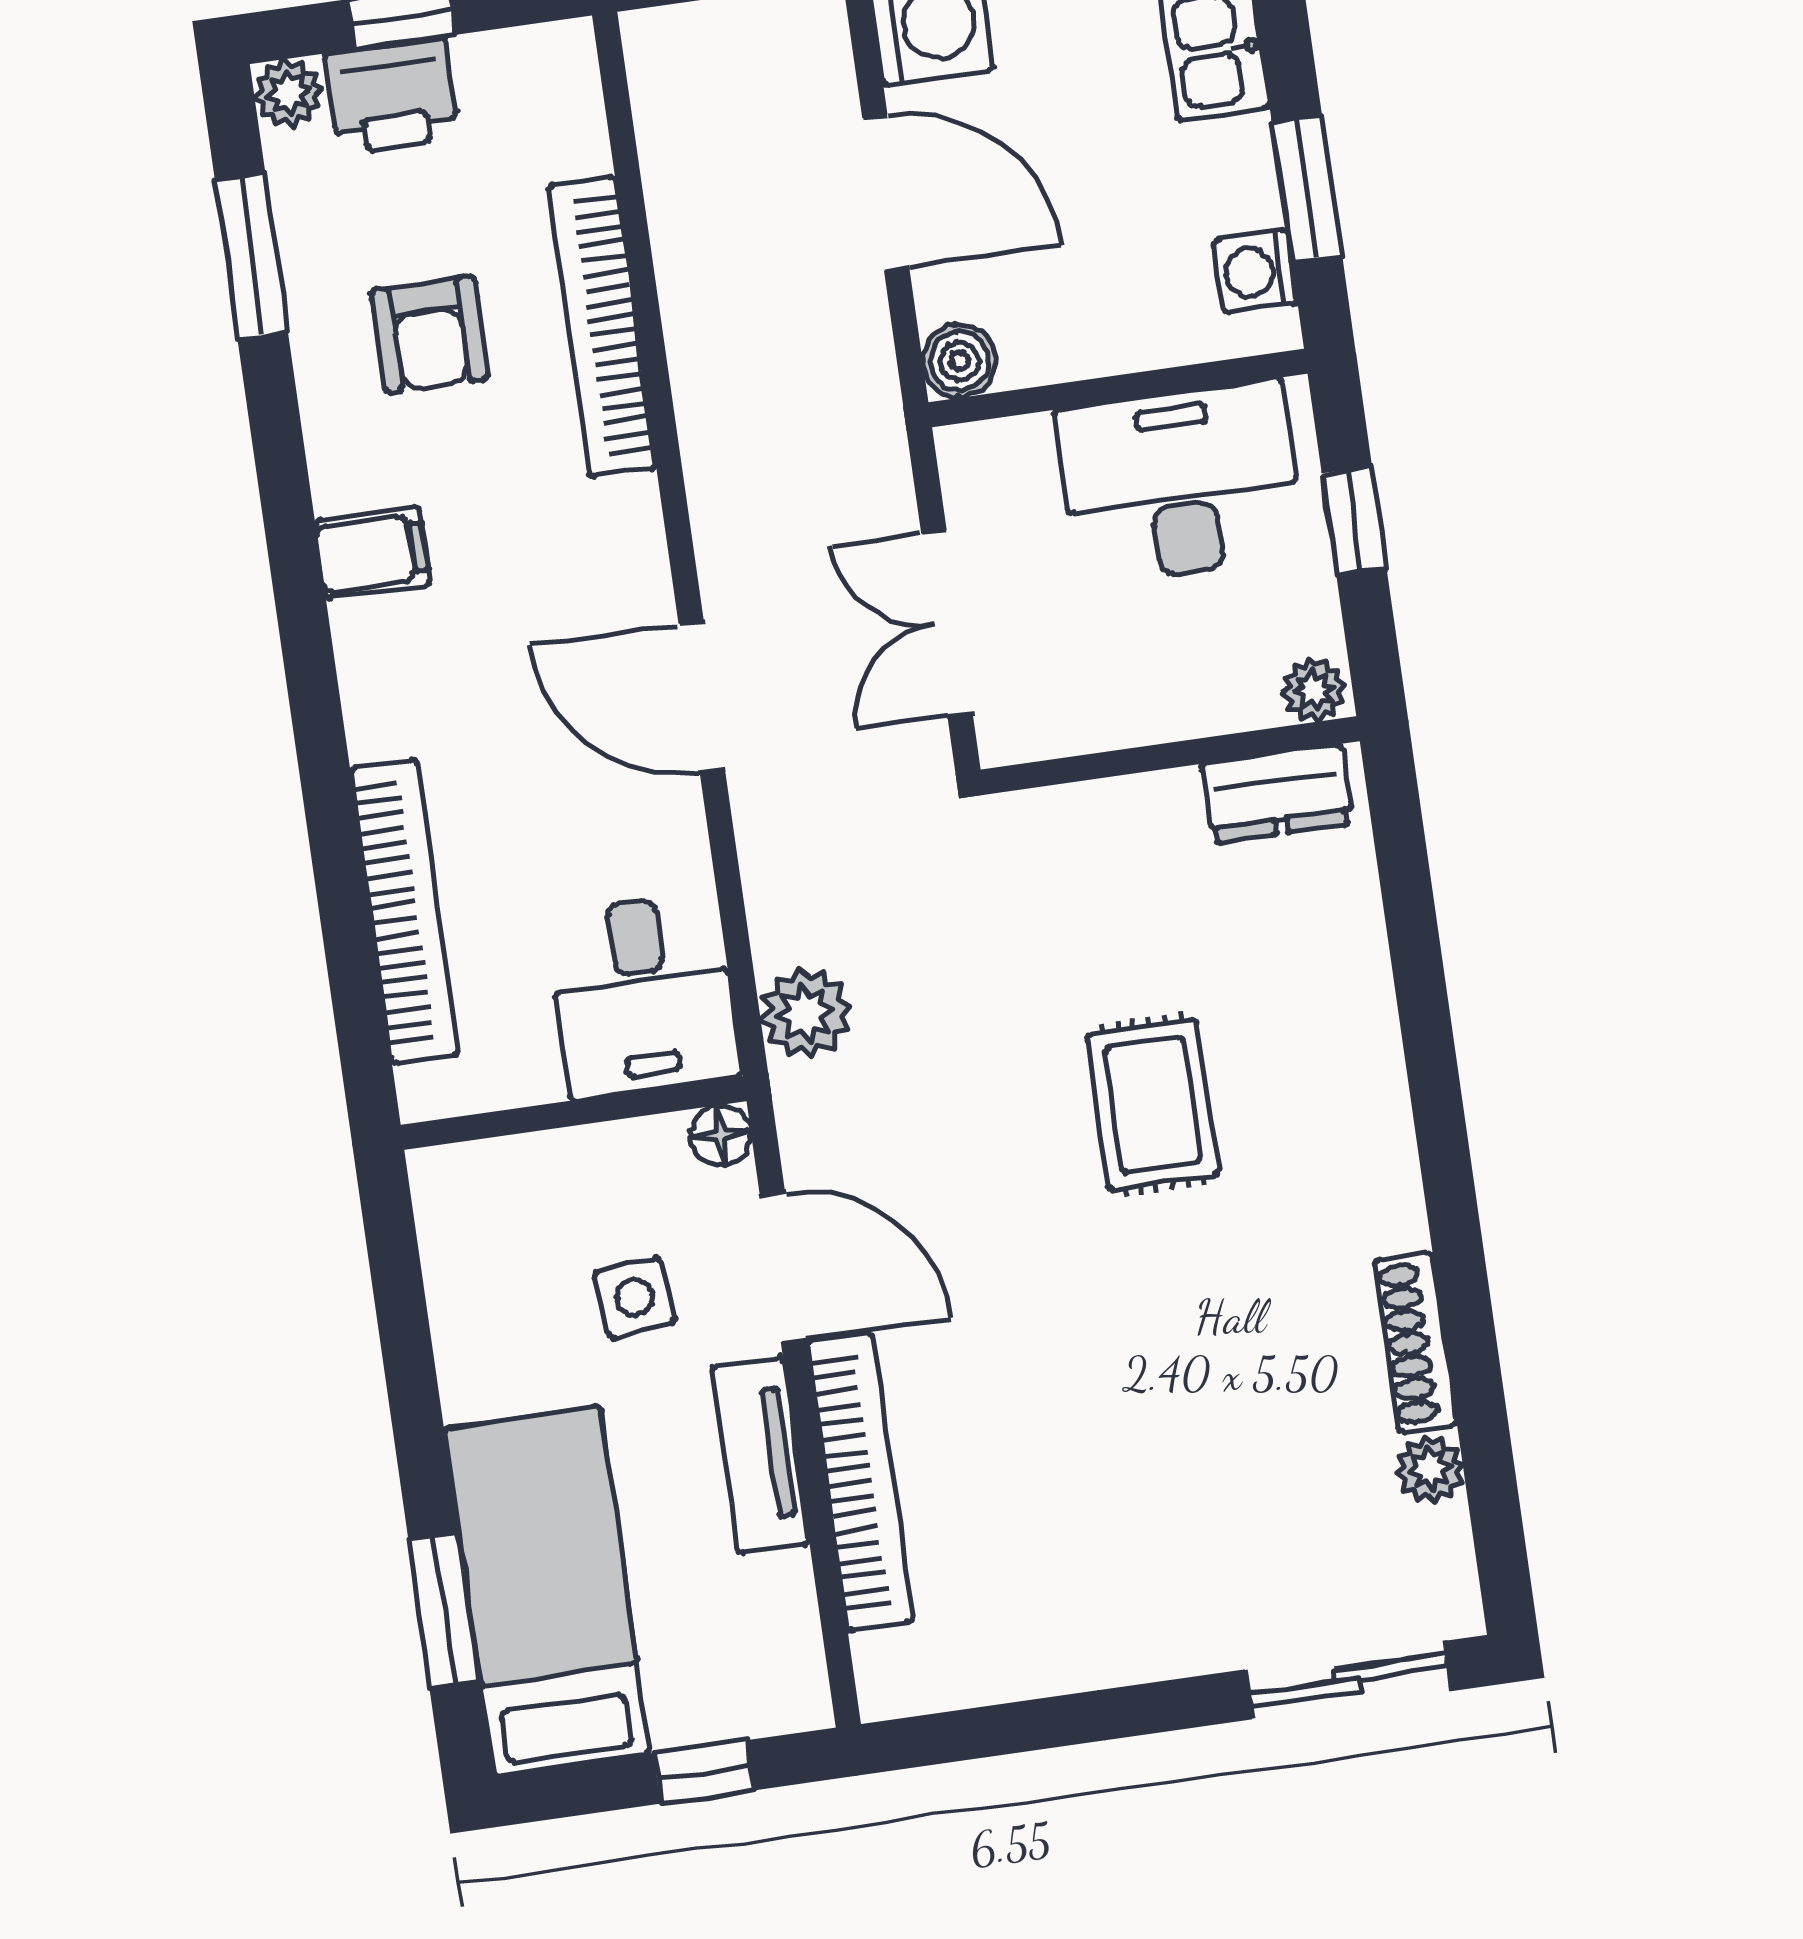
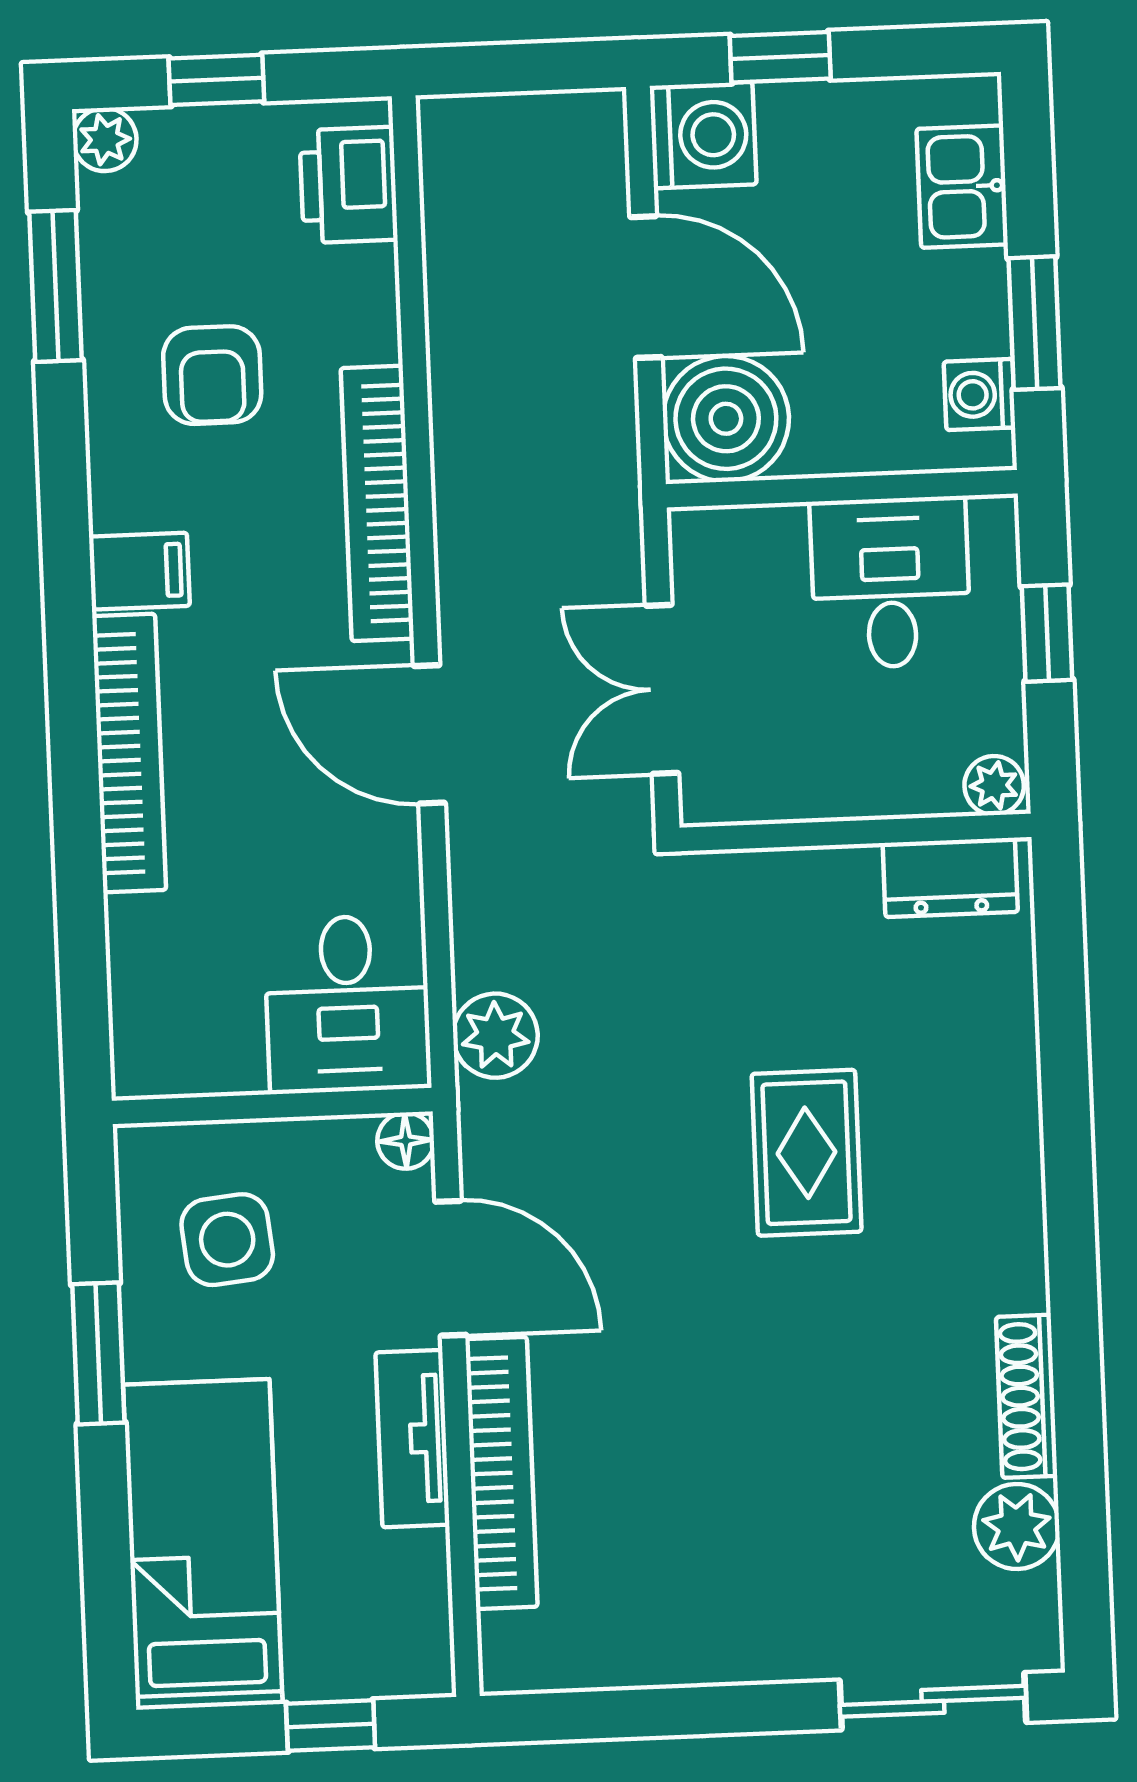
printer: (392, 95) -> (349, 185), moved, turned 90
bookcase: (602, 327) -> (377, 503), moved
boiler: (959, 361) -> (726, 419), width x1.86, depth x1.86
desk: (1181, 483) -> (890, 583), width x0.73
bookcase: (404, 911) -> (129, 753), moved
side table: (634, 1297) -> (227, 1240), moved, width x1.37, depth x1.37
plant: (1430, 1469) -> (1017, 1526), width x1.38, depth x1.38
window: (444, 1610) -> (98, 1353), moved

